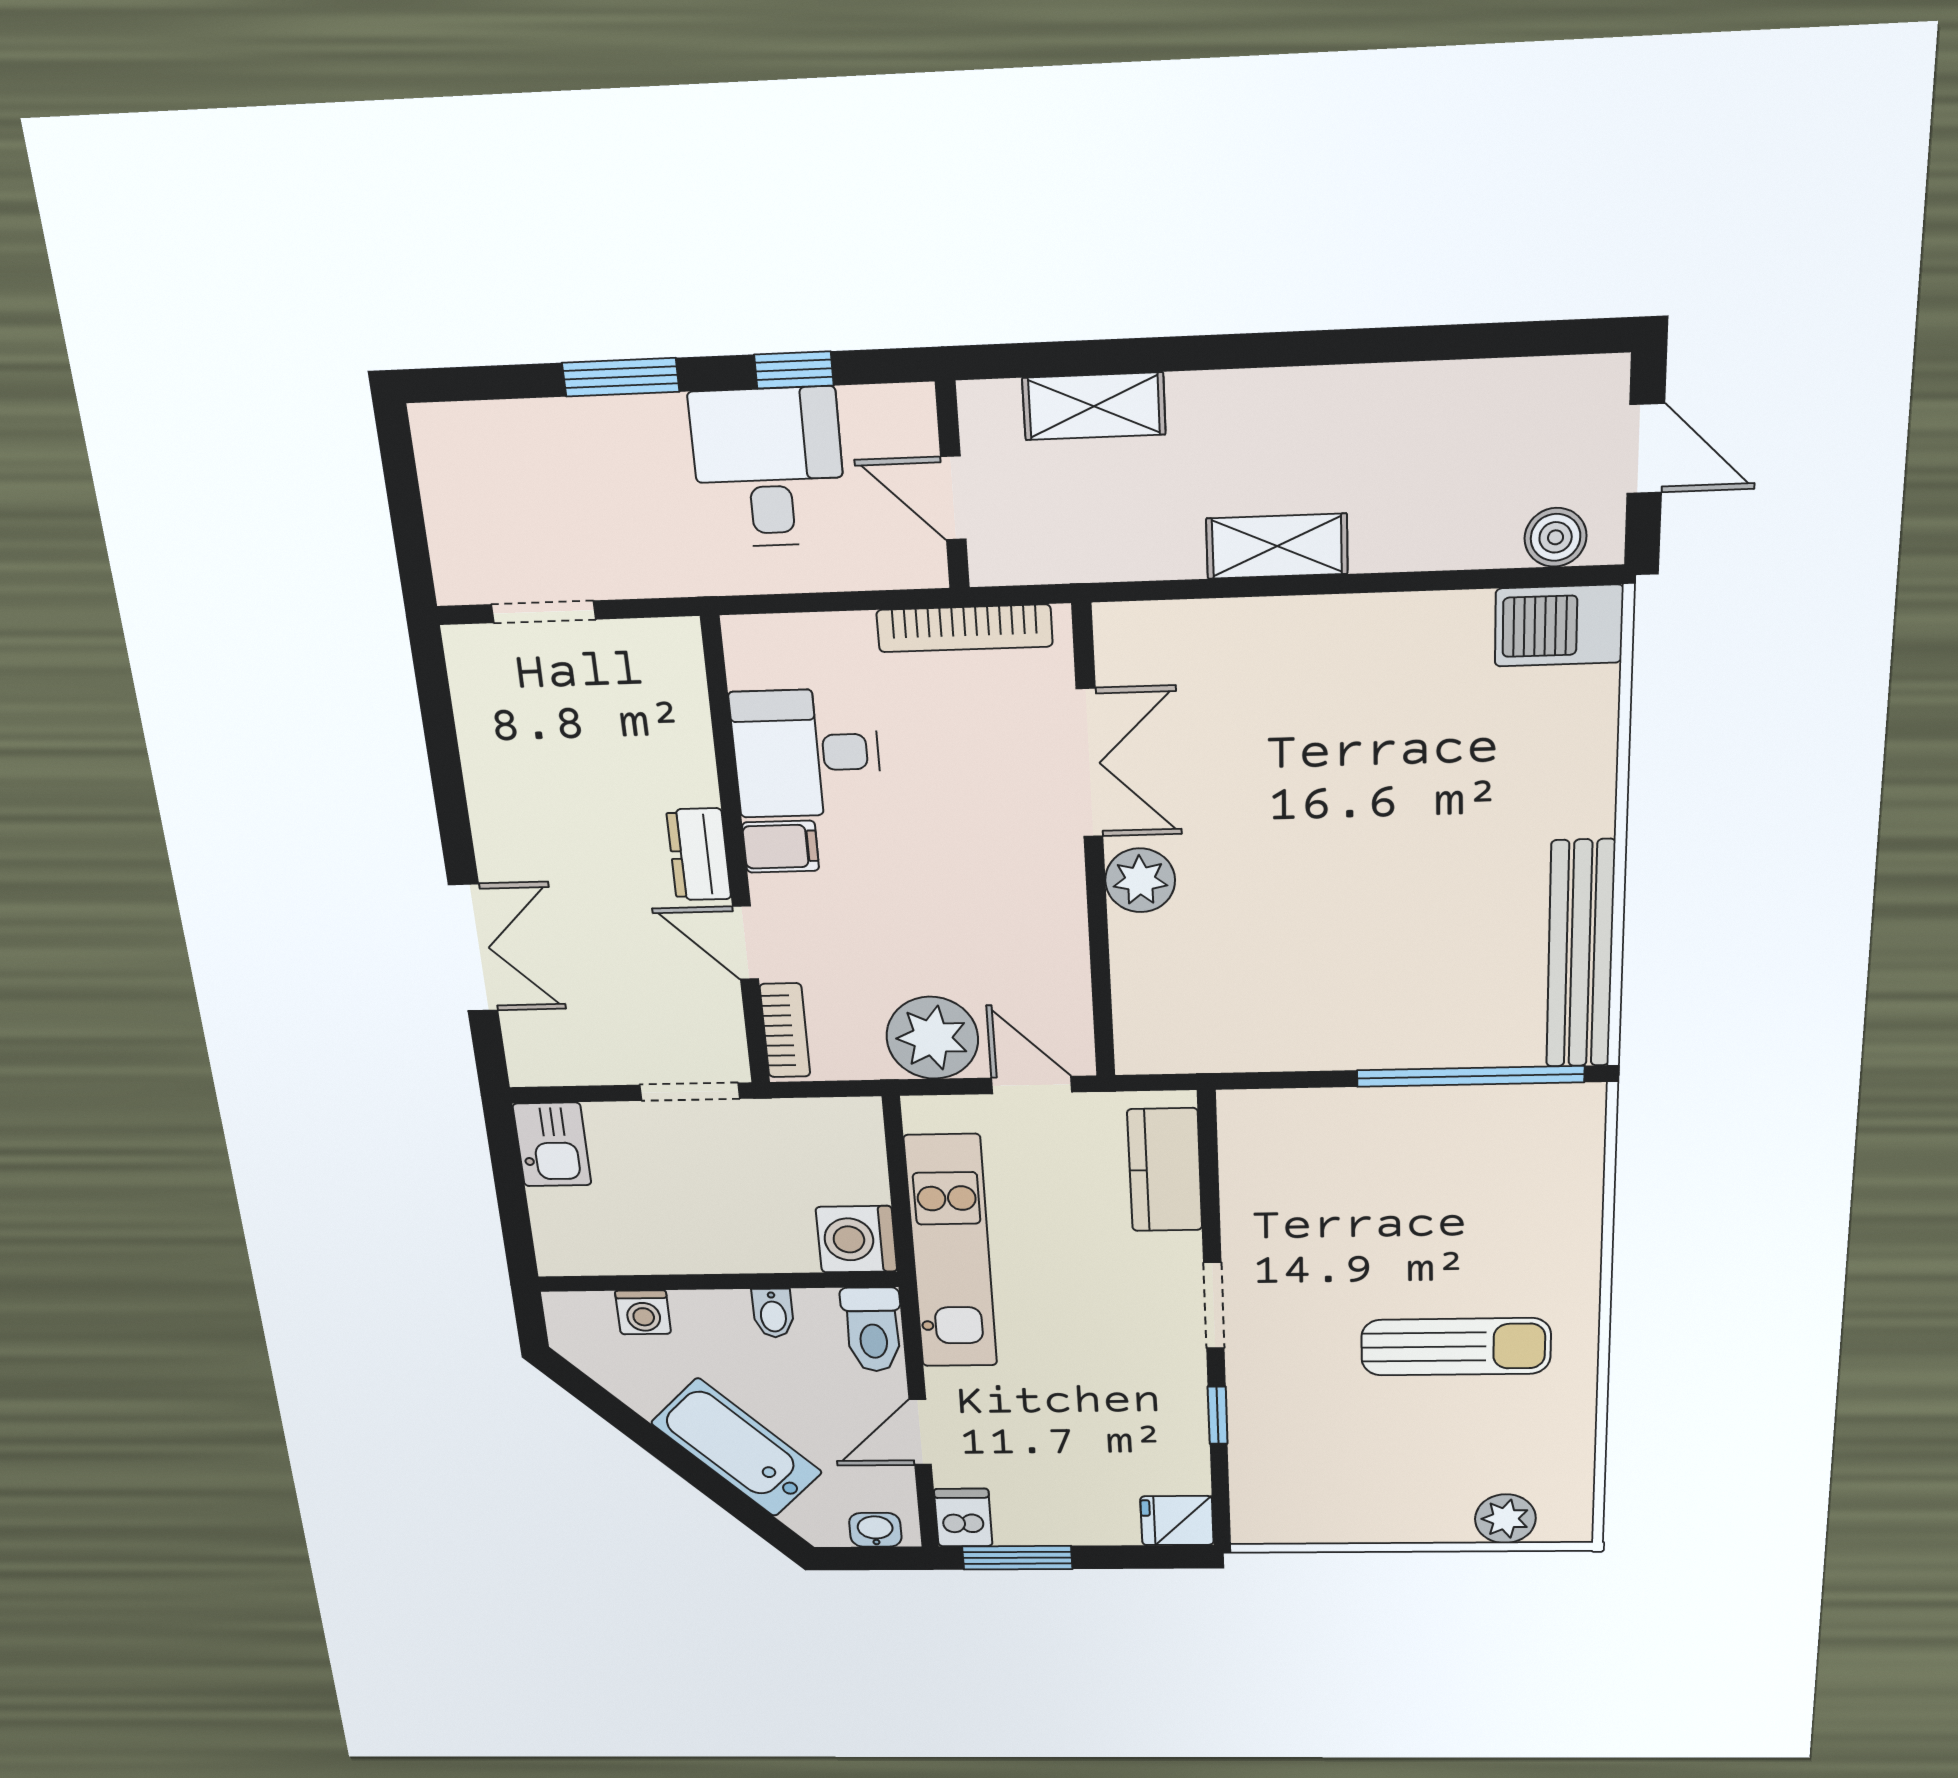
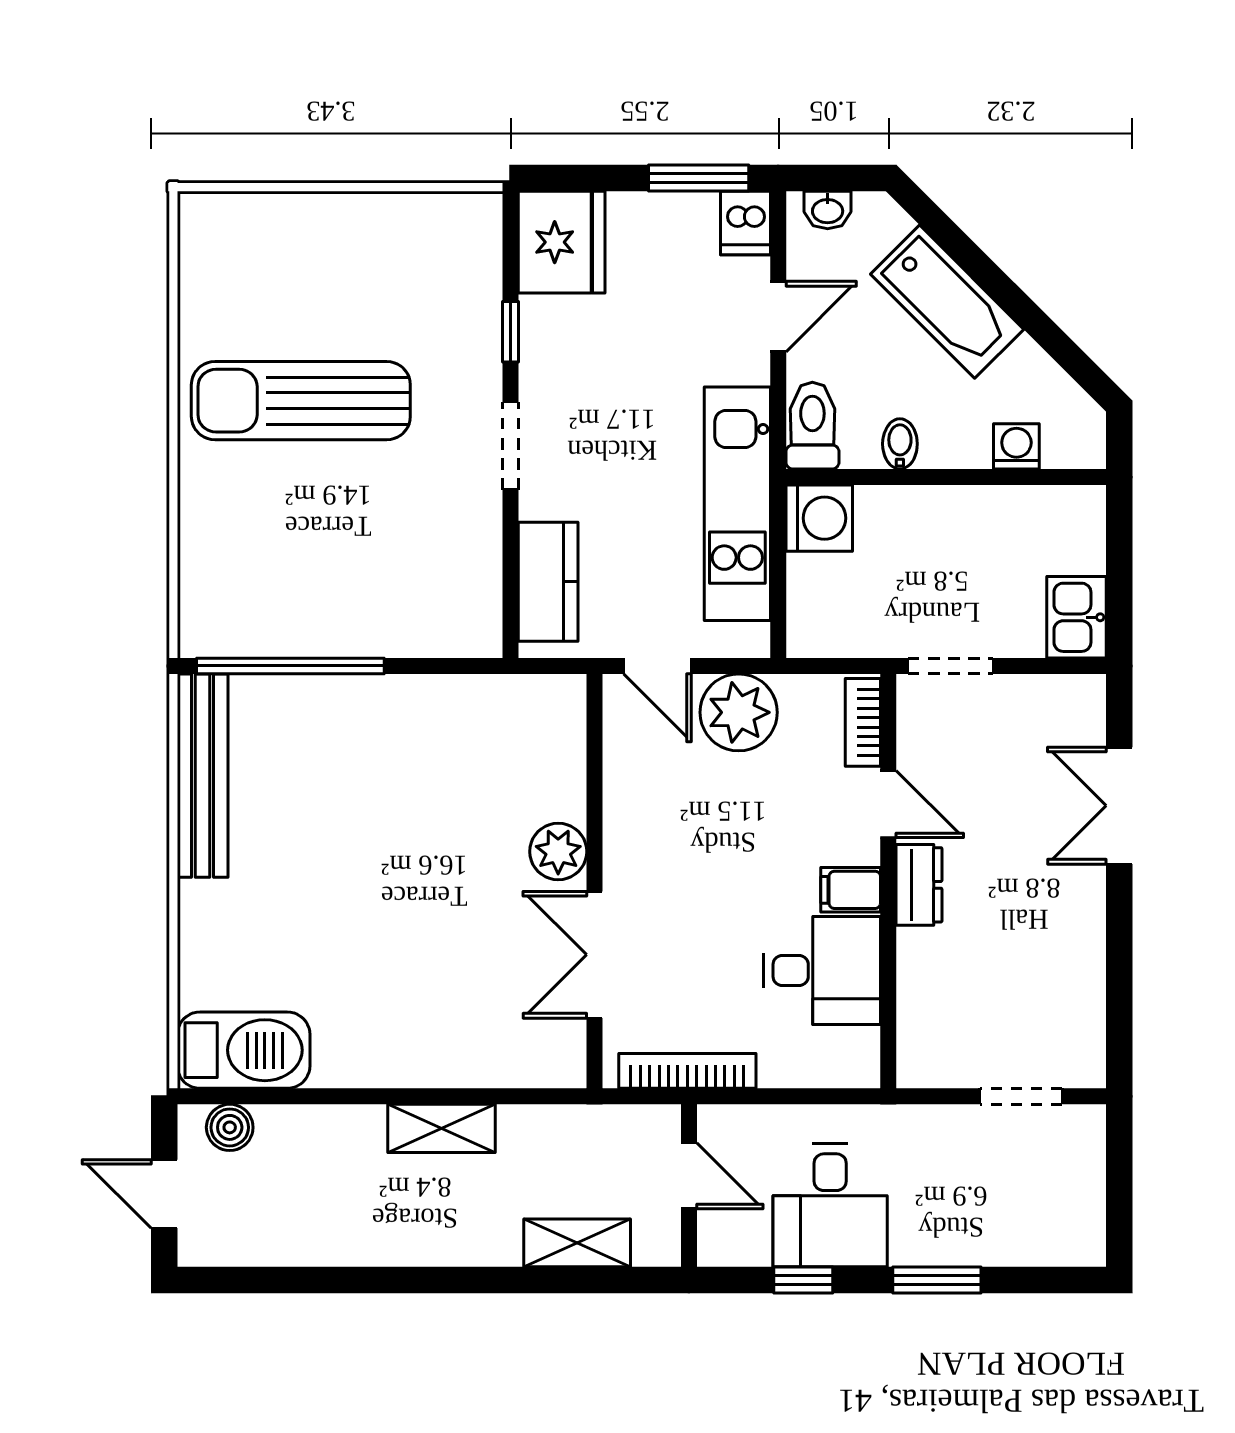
barbecue: (1559, 626) -> (244, 1050), width x1.37, depth x1.21
sun lounger: (1456, 1347) -> (301, 401), width x1.36, depth x1.34
plant: (1505, 1519) -> (256, 218), removed
fridge: (1177, 1521) -> (562, 242), width x1.88, depth x1.34

